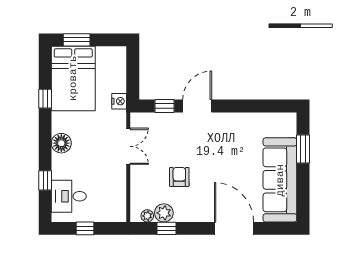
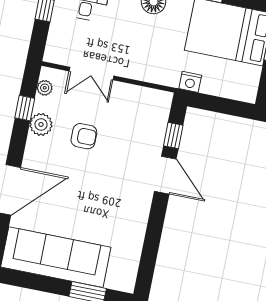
double door: (128, 146) -> (91, 73), moved
plant: (164, 213) -> (41, 124), moved

